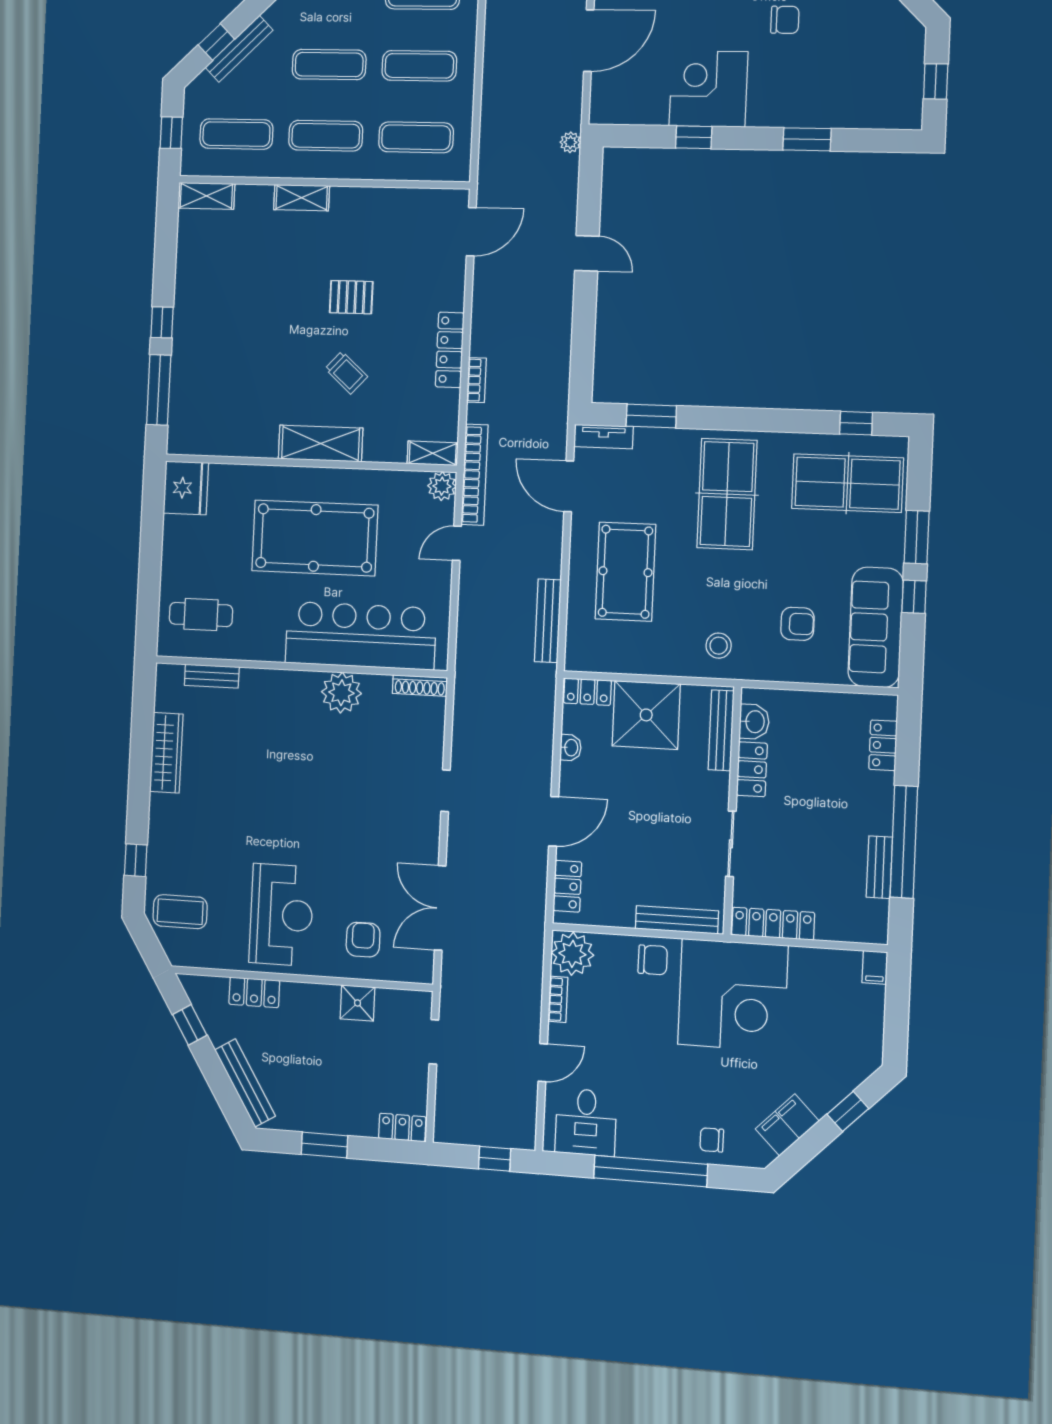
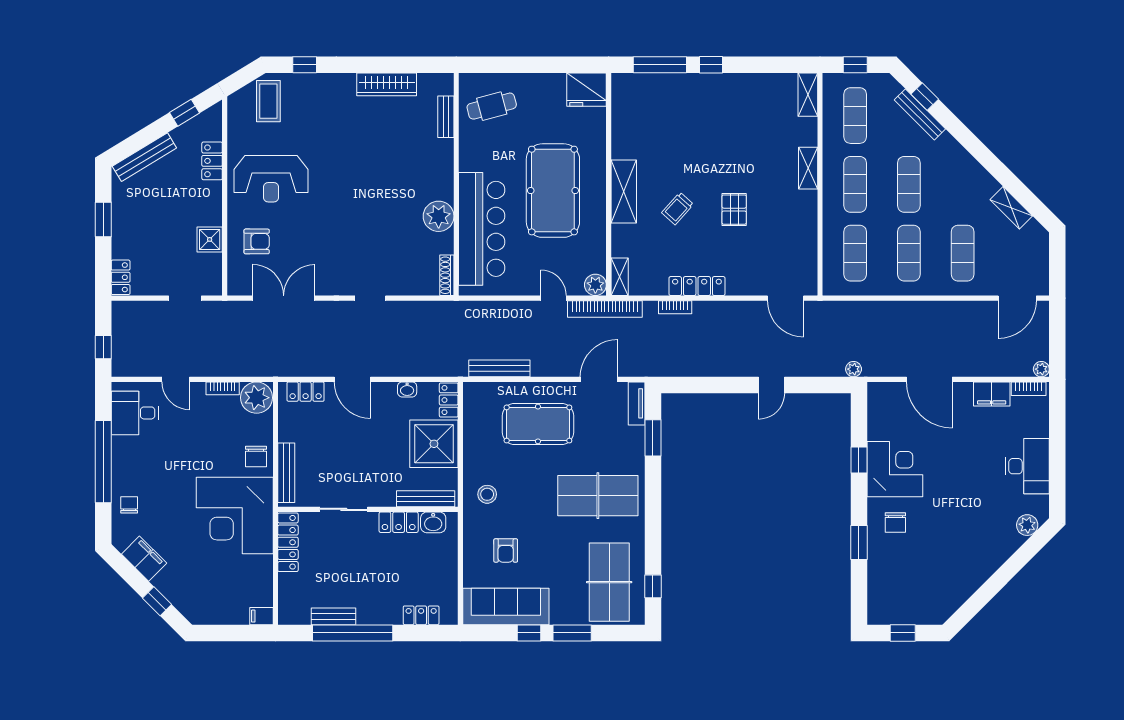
chair: (785, 20) -> (895, 523), moved
cafe table: (201, 614) -> (492, 106), turned 75

